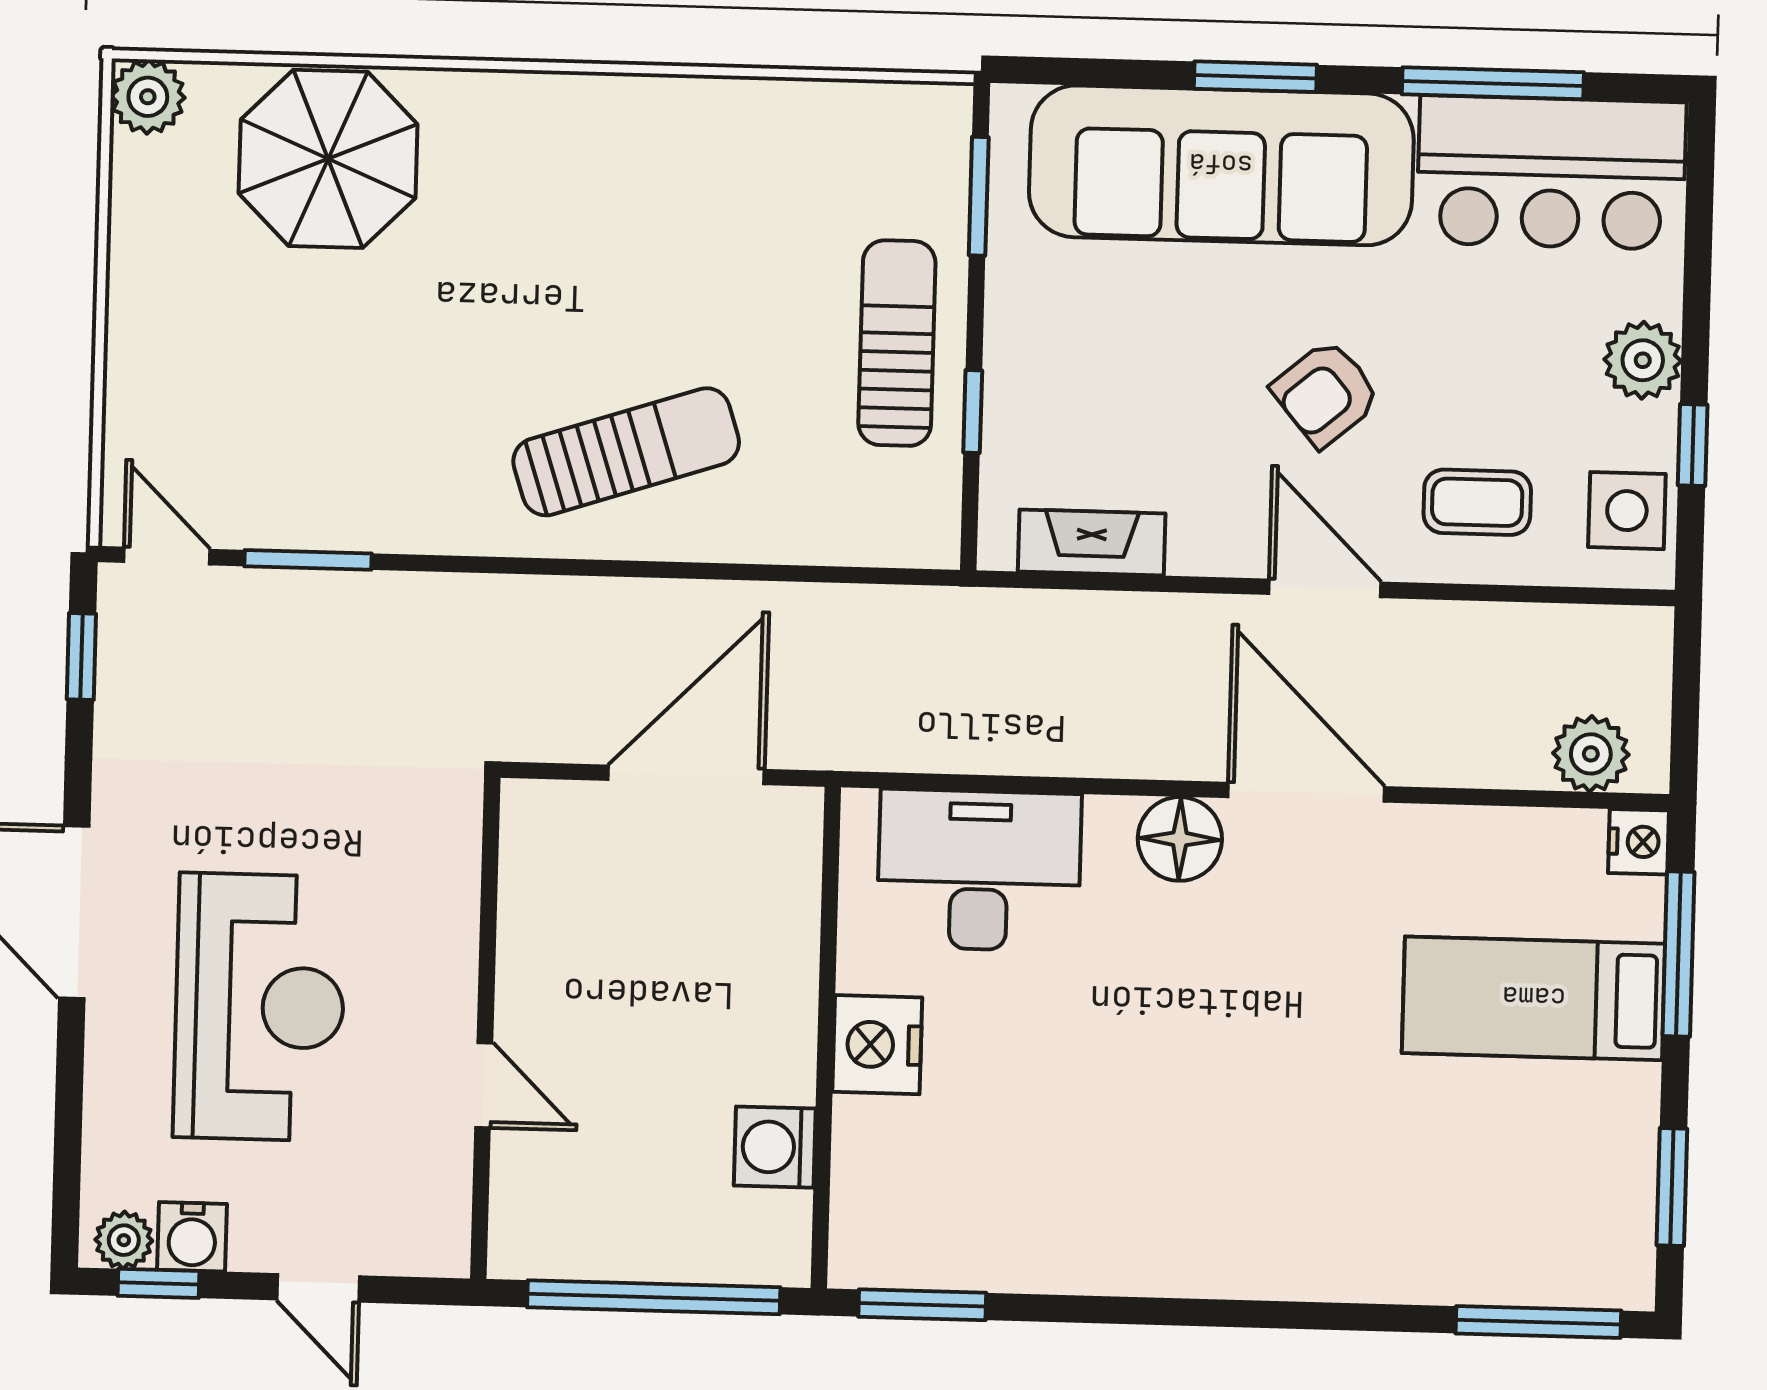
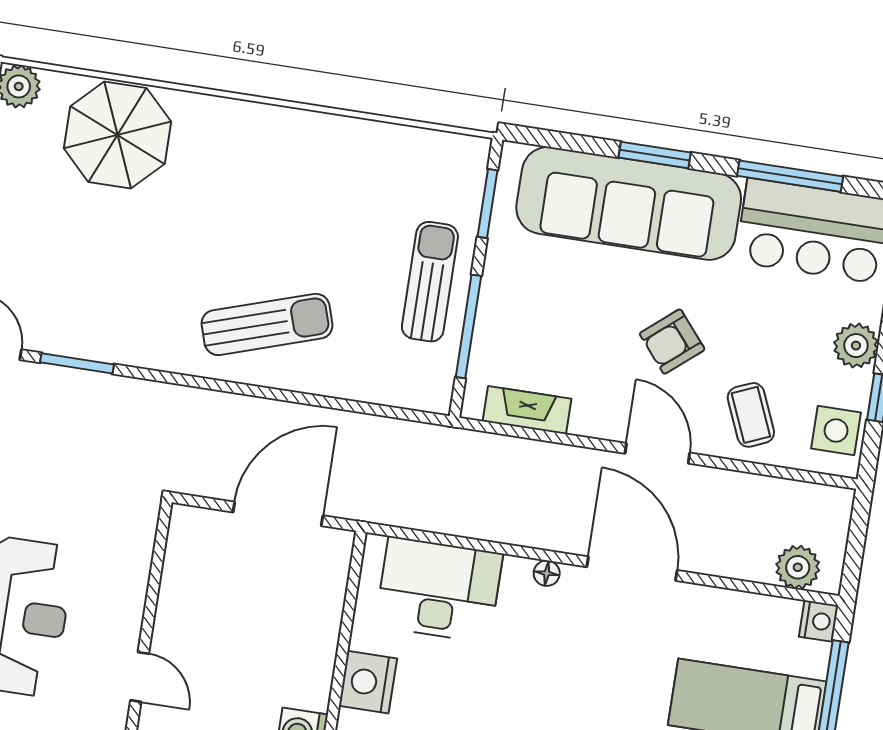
window: (973, 411) -> (468, 326), width x2.17
coffee table: (1477, 502) -> (751, 415), turned 67
floor lamp: (1180, 839) -> (547, 573), width x0.53, depth x0.53

